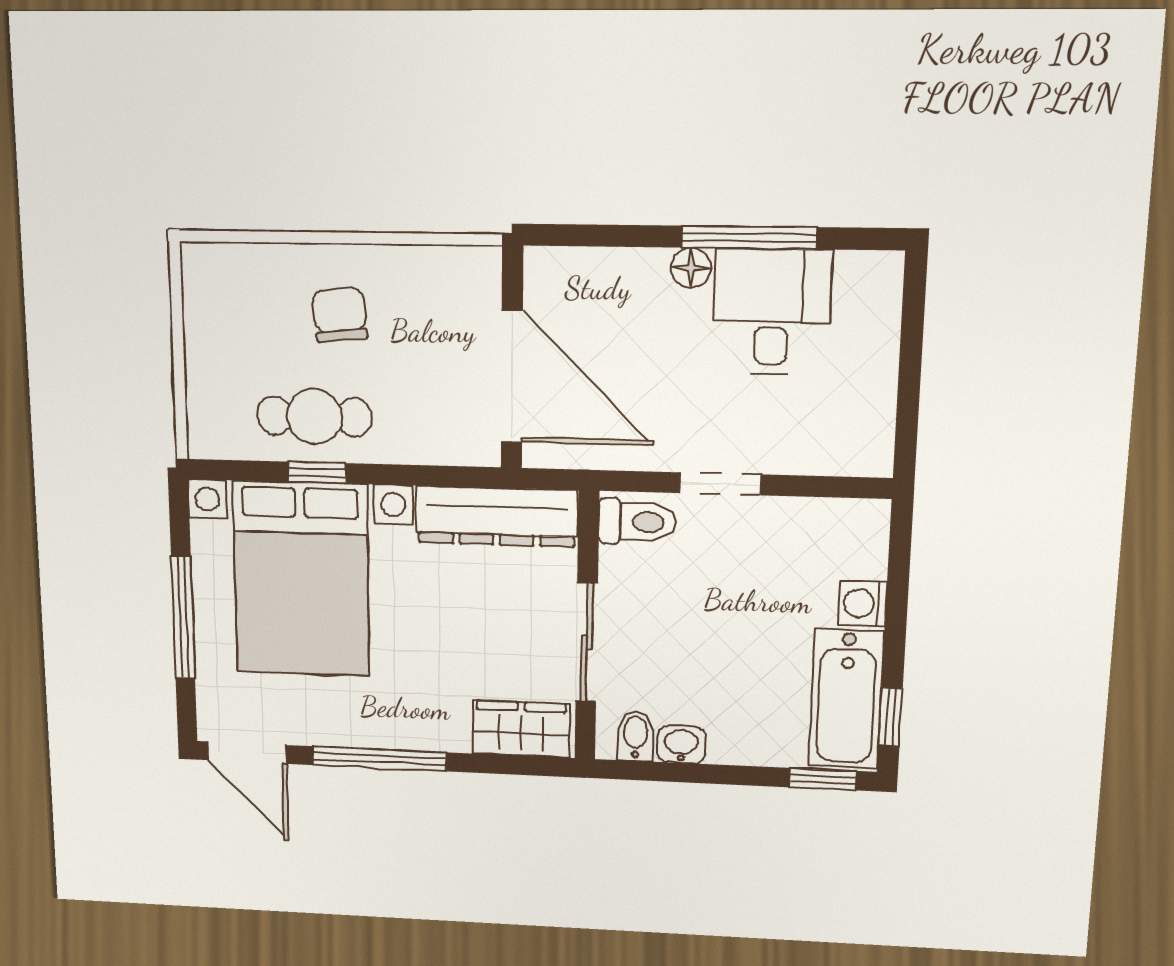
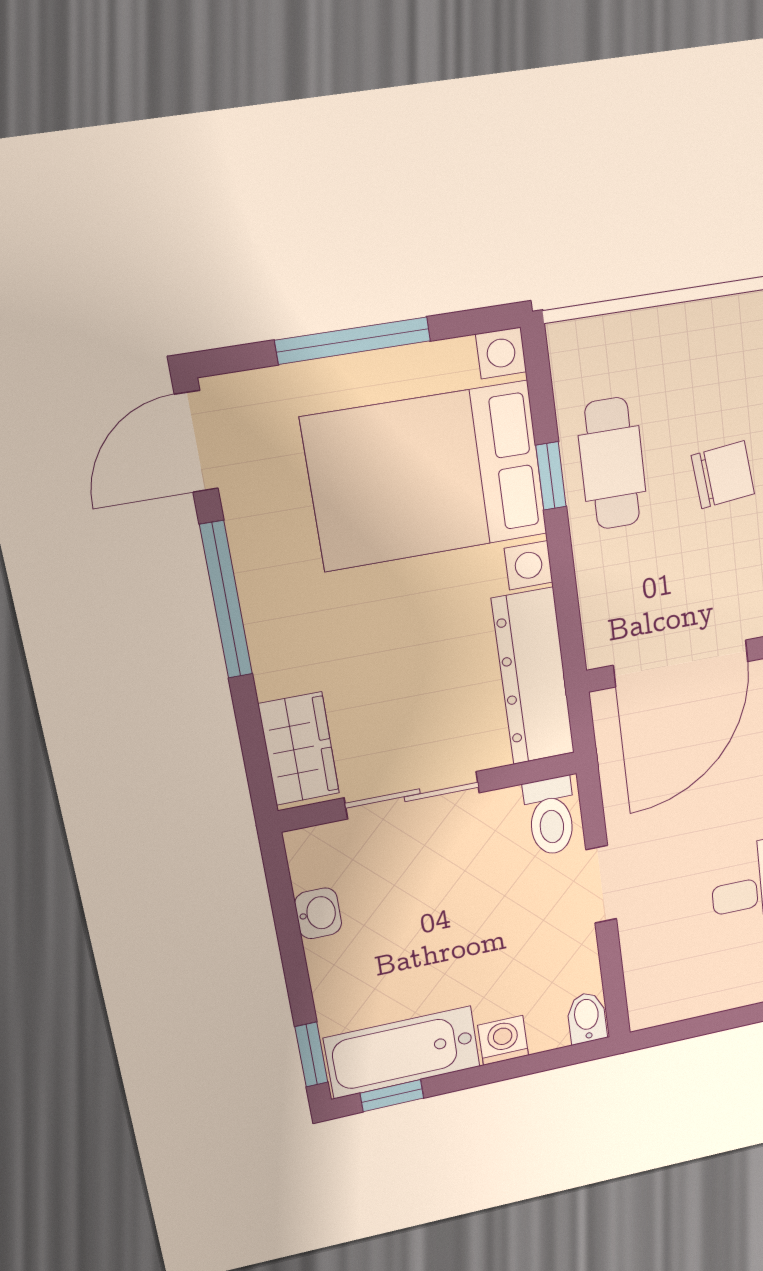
bidet: (635, 736) -> (587, 1018), moved, turned -90

